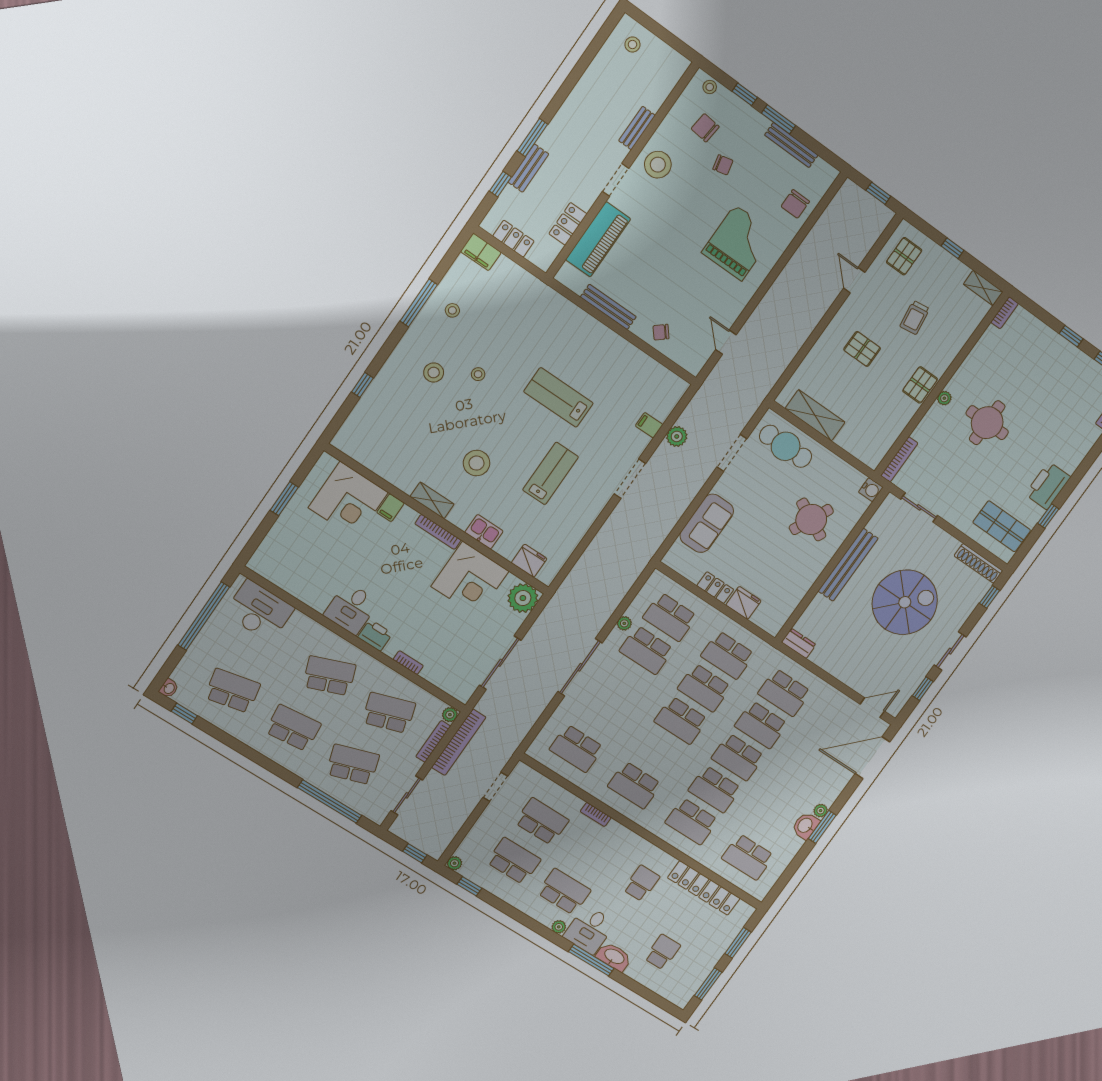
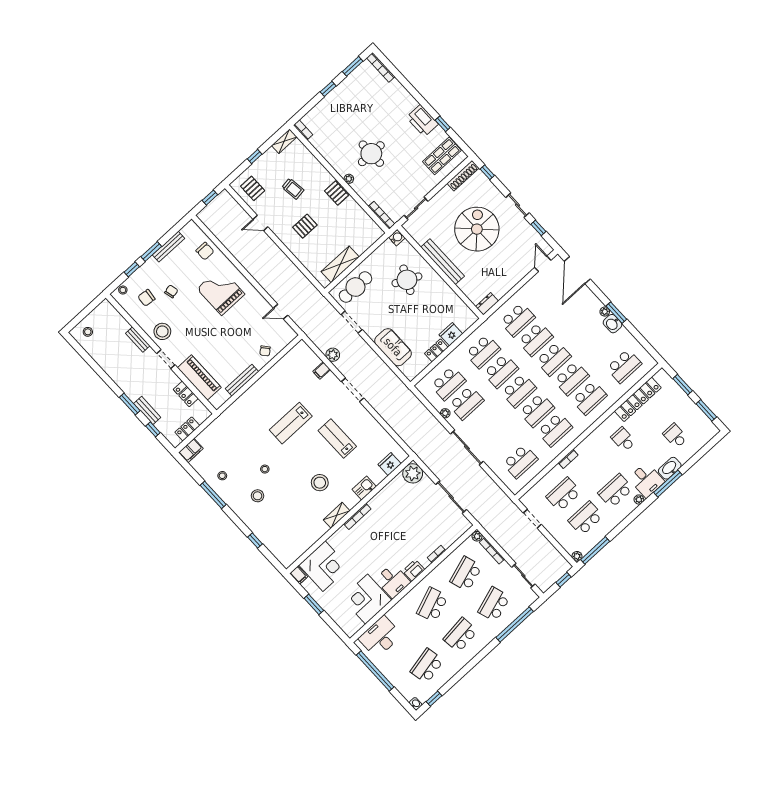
filing cabinet: (390, 508) -> (299, 575), moved
corner desk: (470, 579) -> (367, 599), moved, turned 180
bookcase: (459, 742) -> (497, 535), removed
school desk: (658, 753) -> (537, 410), added
window: (469, 886) -> (595, 550), width x2.17

